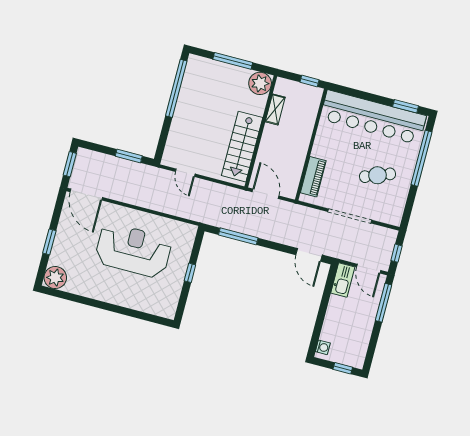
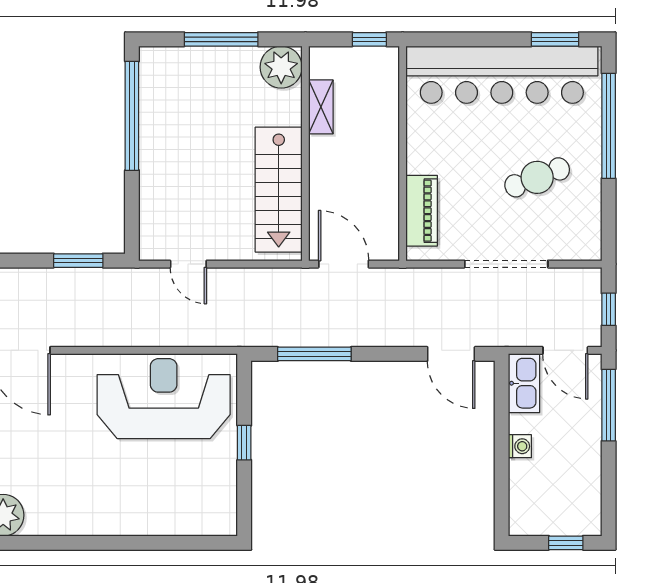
reception desk: (133, 250) -> (164, 399), moved
washing machine: (323, 347) -> (520, 446), moved

